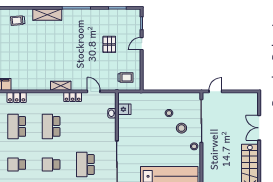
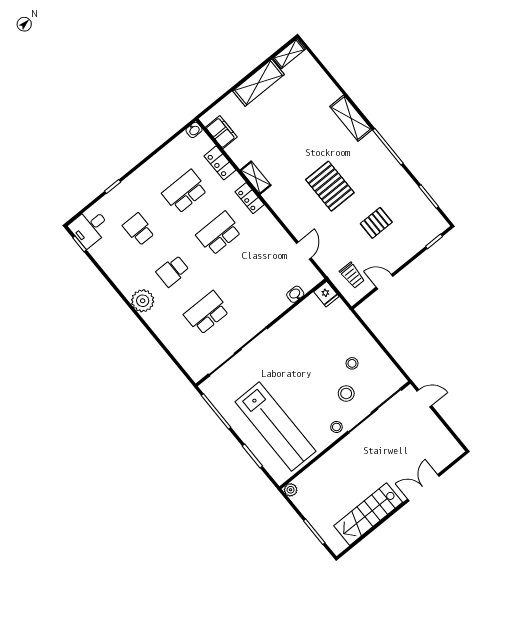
trolley: (18, 21) -> (314, 88), removed
door: (142, 44) -> (385, 282), moved
pallet: (72, 53) -> (330, 186), added
shelving: (61, 86) -> (256, 178), moved
locker: (73, 97) -> (250, 198), moved
fridge: (124, 109) -> (326, 294), moved
school desk: (51, 164) -> (173, 271), turned -90

